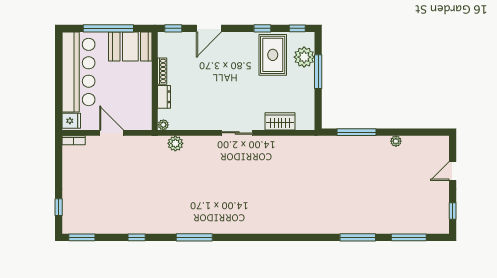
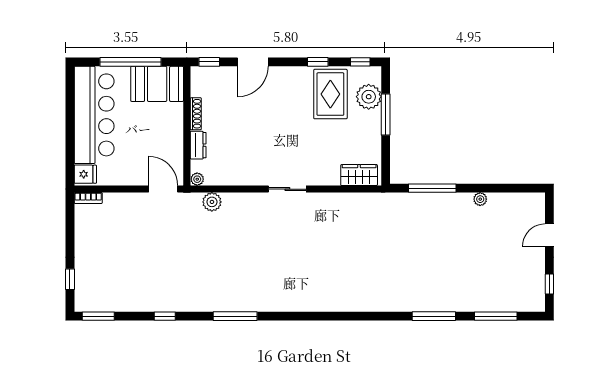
wardrobe: (280, 121) -> (359, 175), moved
door: (112, 133) -> (163, 189), moved

